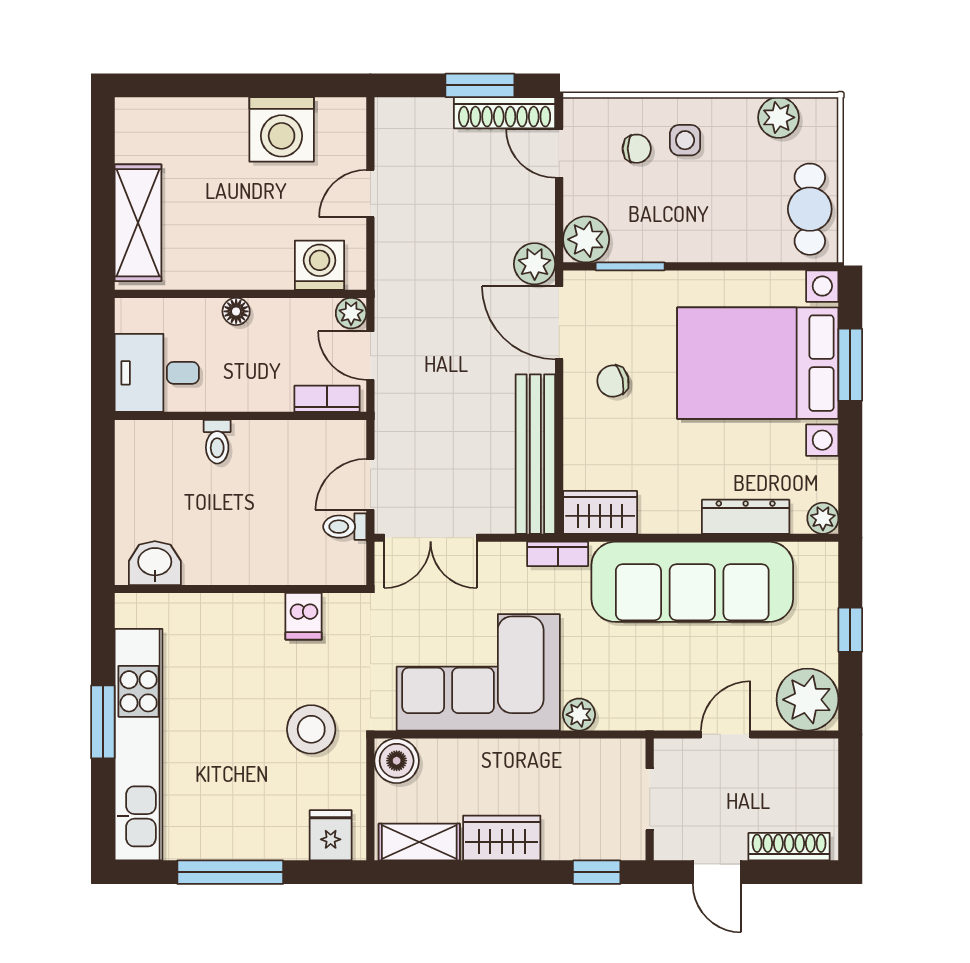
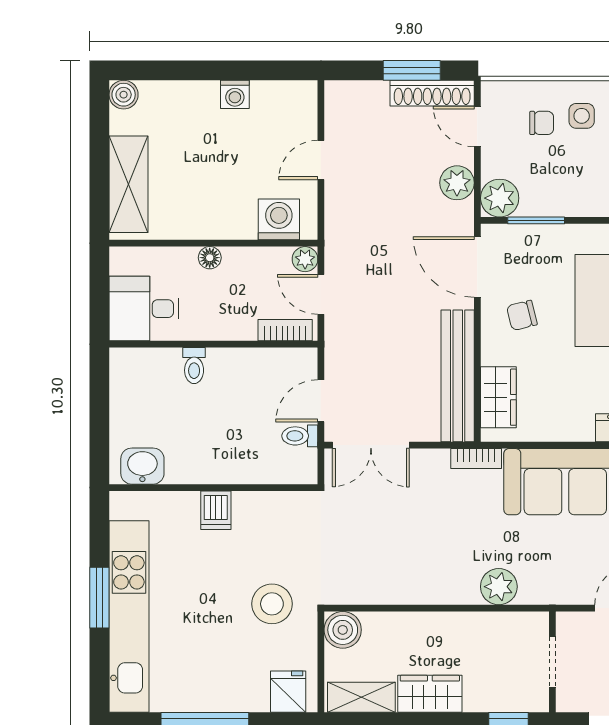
boiler: (132, 115) -> (124, 95), added
washing machine: (282, 129) -> (235, 94), width x0.53, depth x0.53
plant: (535, 264) -> (457, 183), moved
wardrobe: (600, 512) -> (498, 397), moved, turned 90
dishwasher: (304, 616) -> (216, 510), moved
corner sofa: (478, 672) -> (410, 557), removed
plant: (579, 715) -> (499, 587), width x1.38, depth x1.38

